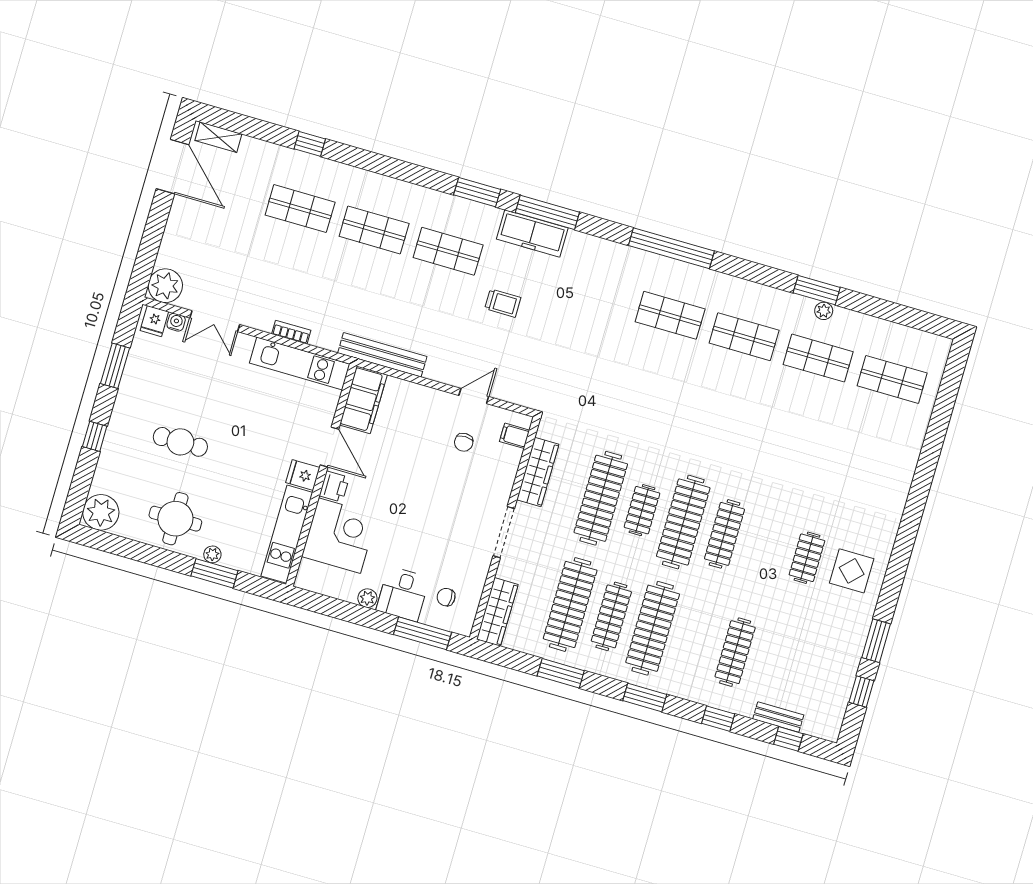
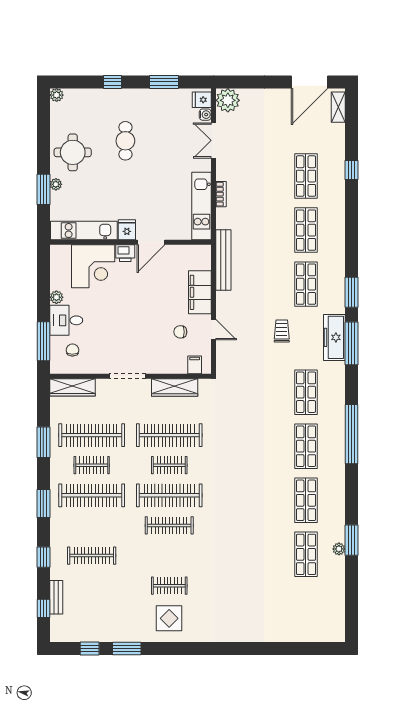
trolley: (503, 303) -> (282, 331), turned 180
shop shelf: (892, 379) -> (306, 392), moved
filing cabinet: (363, 400) -> (200, 292), moved, turned 90
plant: (101, 512) -> (57, 95), width x0.53, depth x0.53
clothes rail: (611, 616) -> (92, 465), width x0.73

